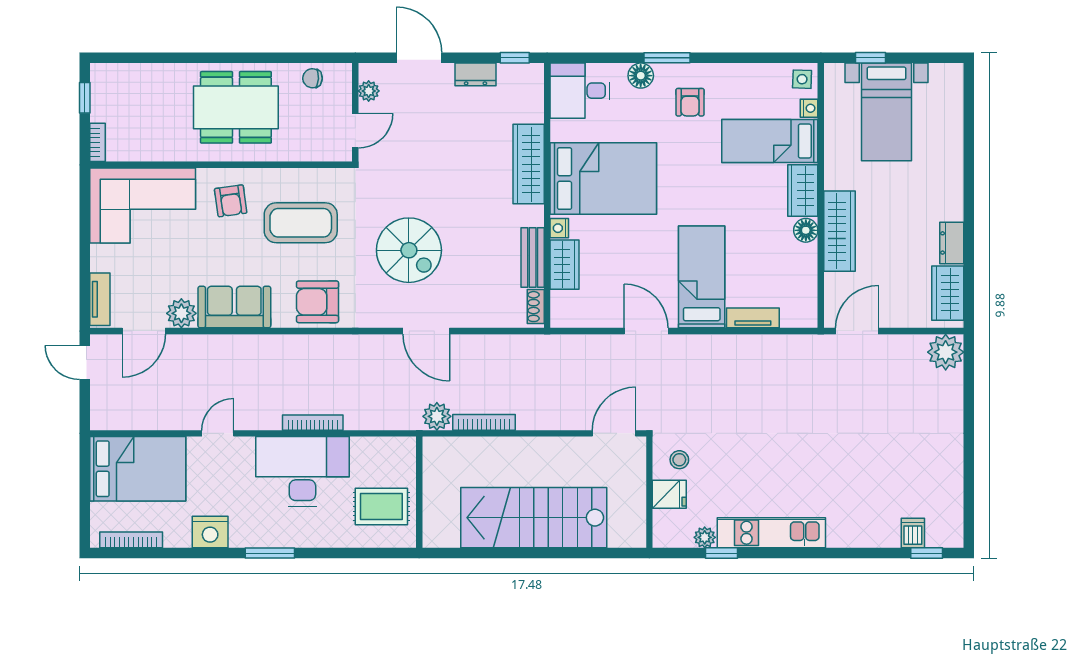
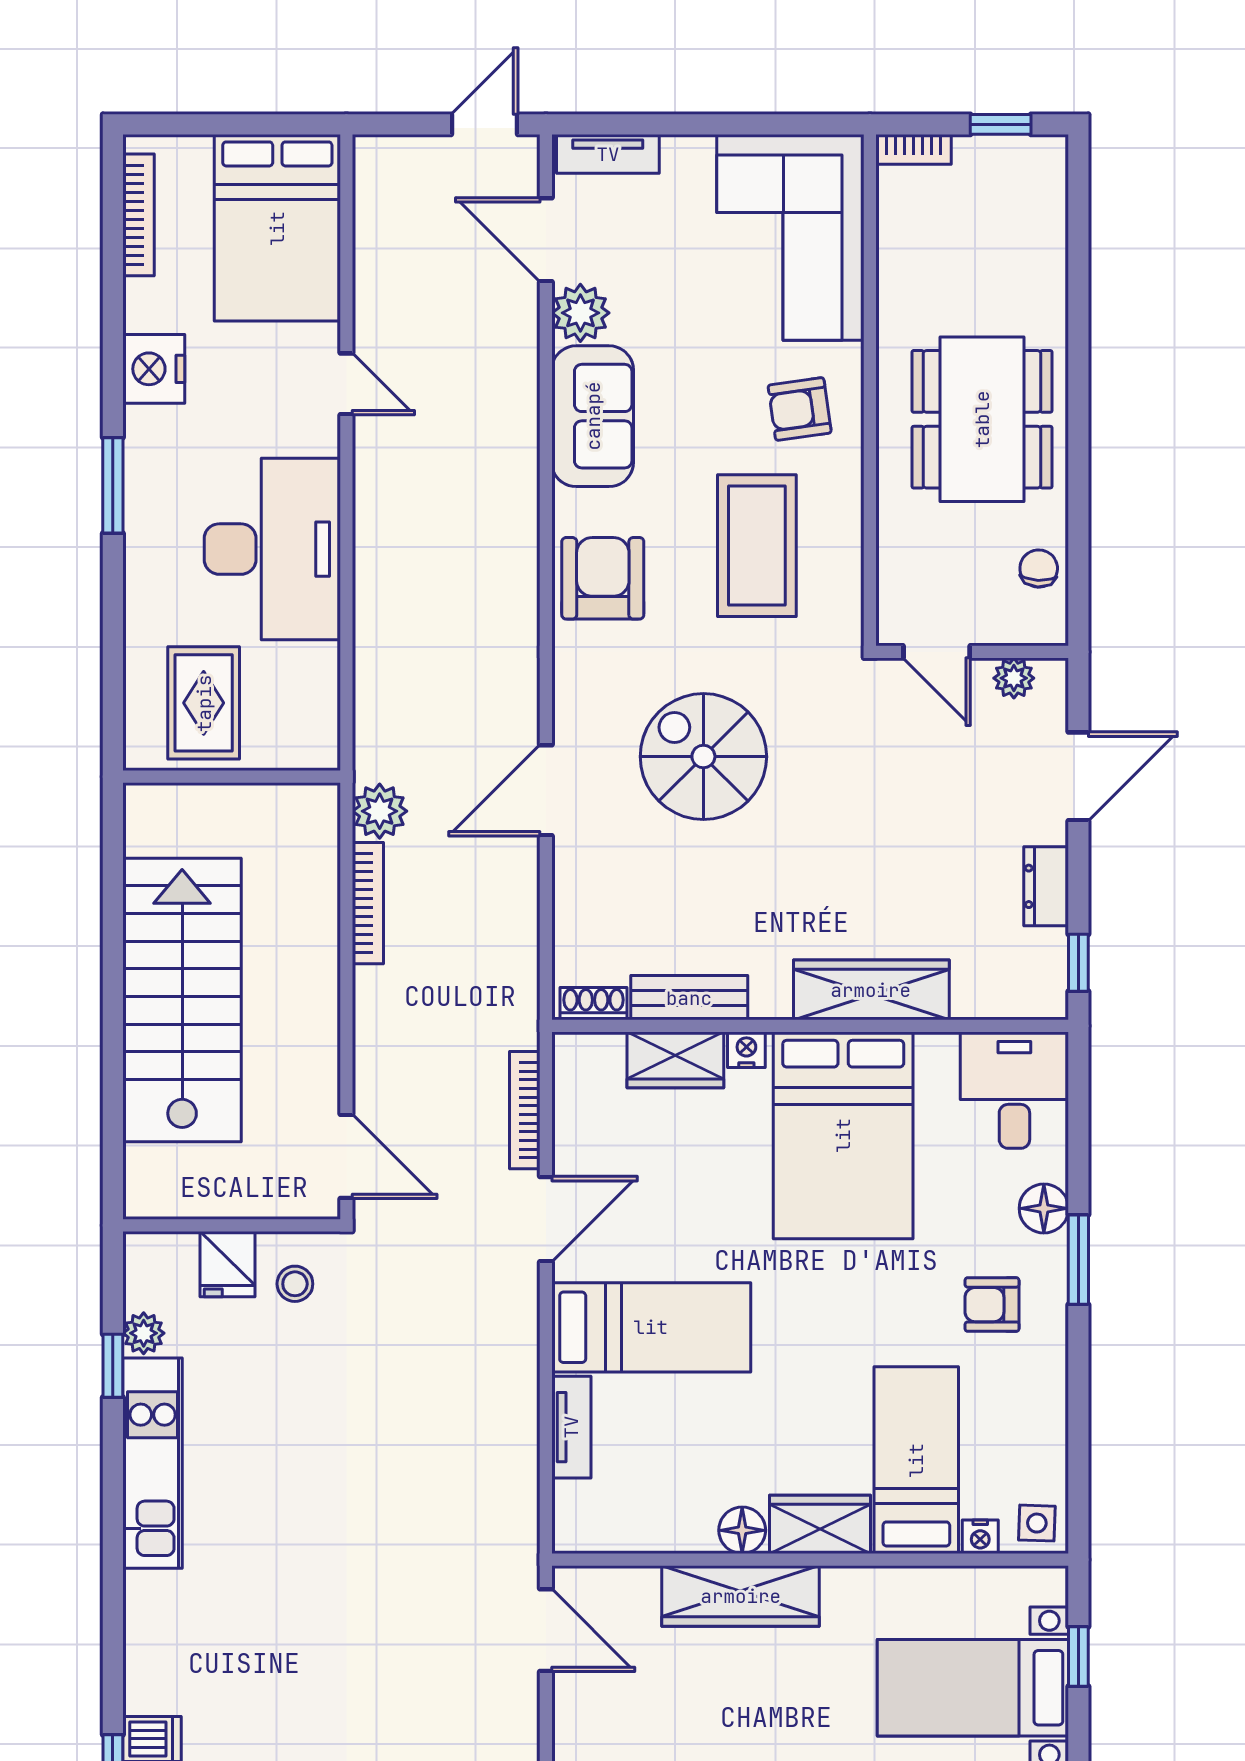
spiral stairs: (409, 250) -> (703, 757), turned 90
bookcase: (313, 423) -> (525, 1110), moved, turned 180

